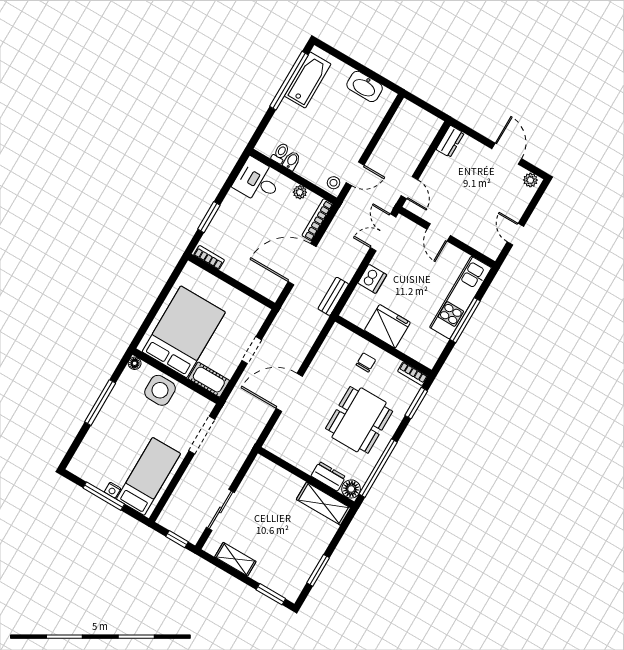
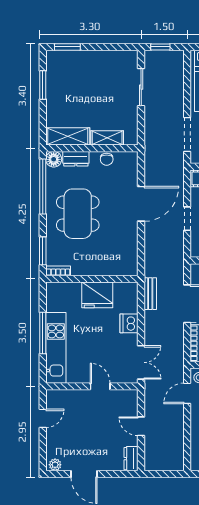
door: (409, 188) -> (141, 426), moved
door: (515, 234) -> (43, 418), hinge flipped
chair: (366, 362) -> (107, 159), moved
shelving: (235, 559) -> (107, 138), moved

